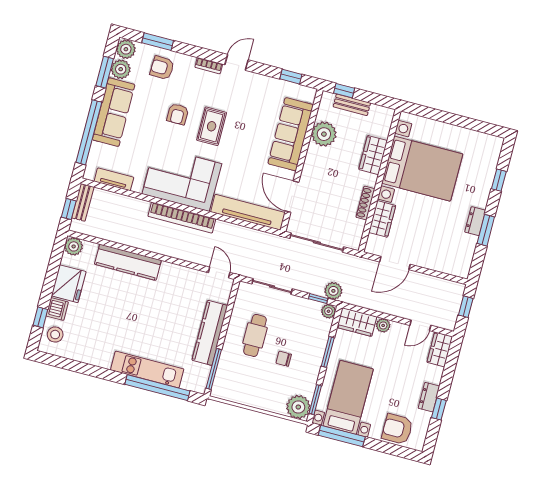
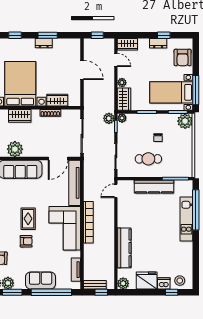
sofa: (114, 112) -> (41, 280), width x0.73
rug: (212, 126) -> (28, 219), turned 90
door: (395, 263) -> (82, 70), moved

